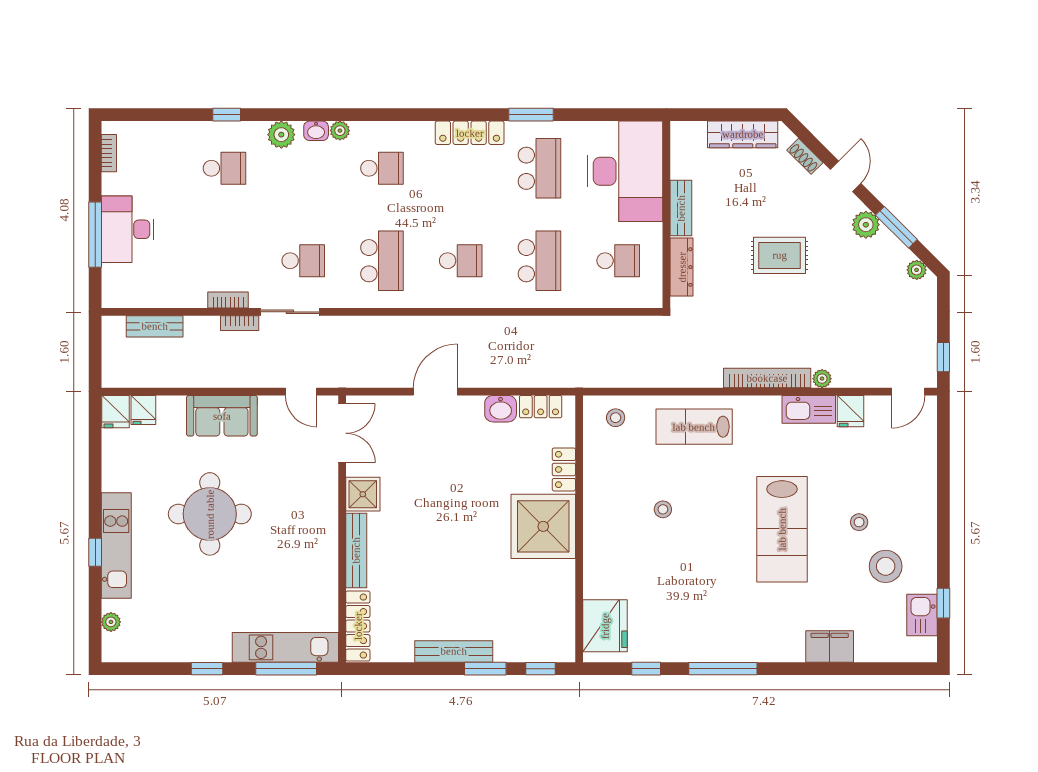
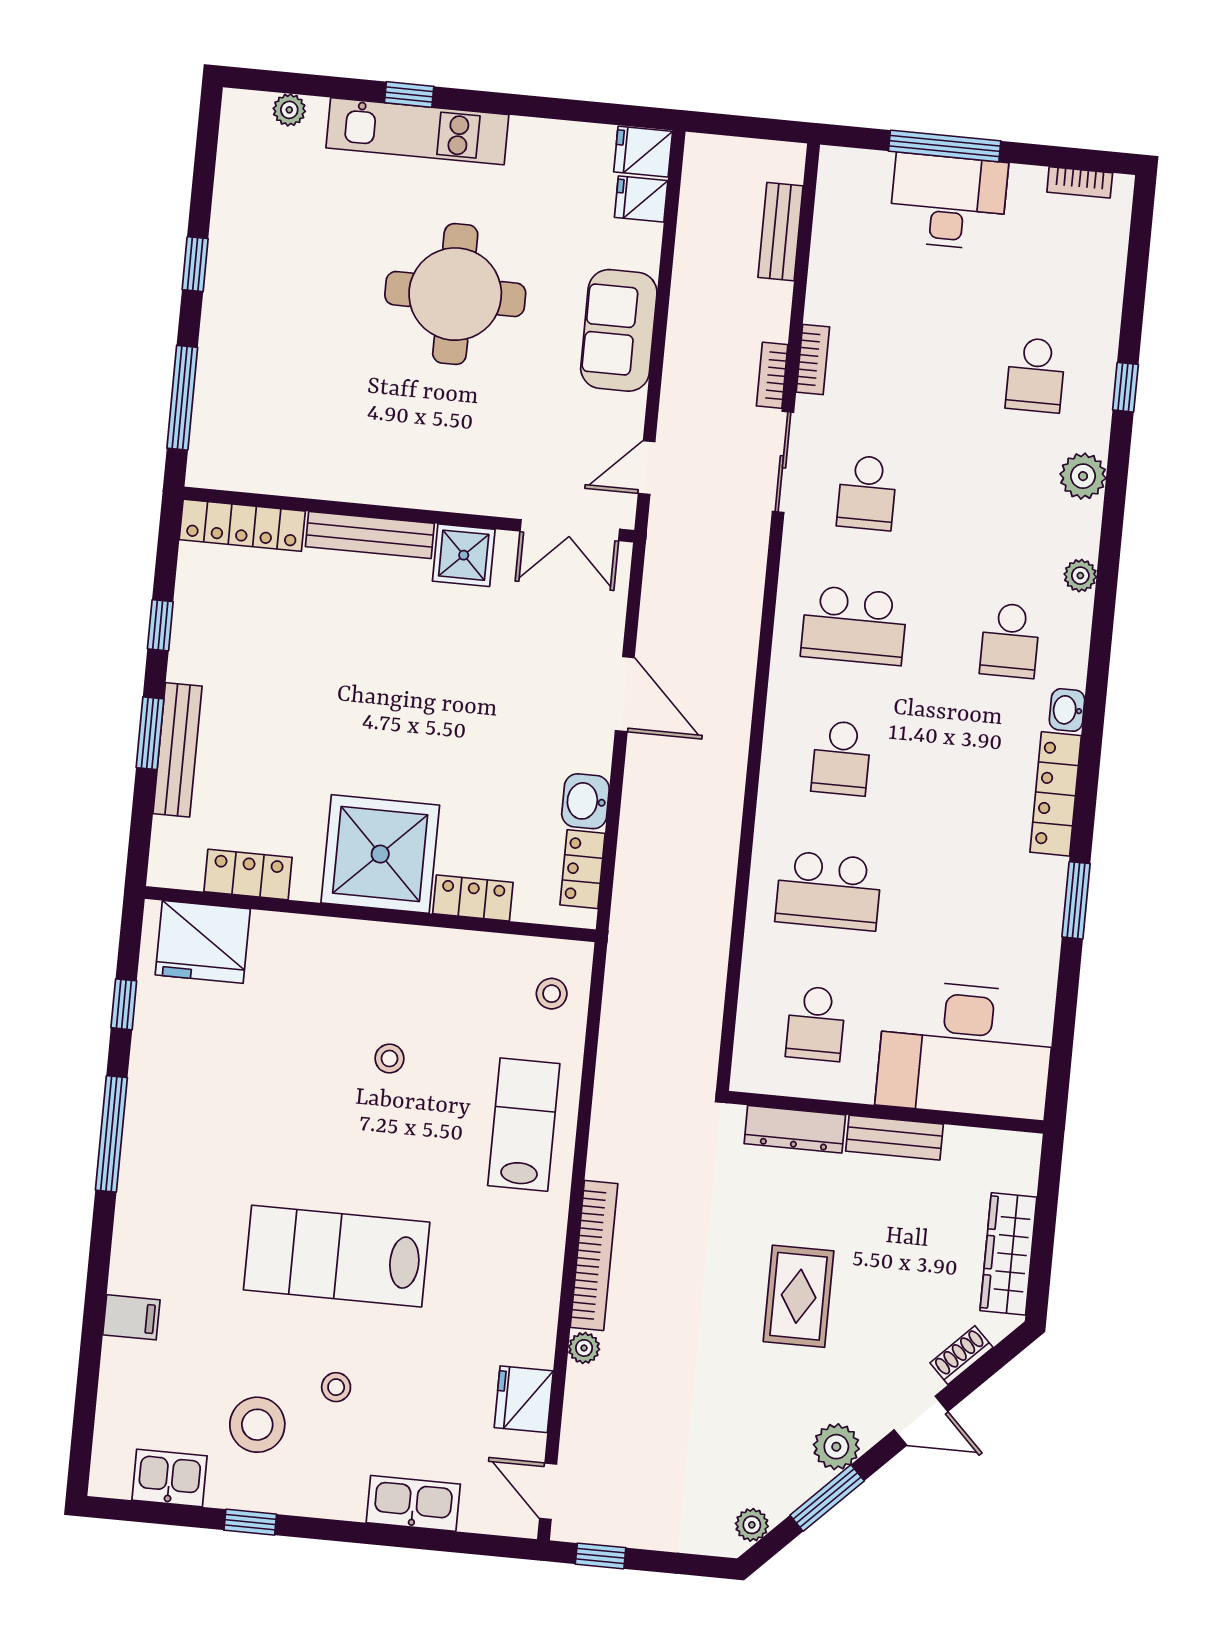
washbasin: (316, 131) -> (1067, 710), moved
school desk: (539, 168) -> (984, 906), removed
kitchen sink: (809, 409) -> (413, 1503), moved, turned 90
fridge: (851, 411) -> (524, 1399), width x1.38
locker: (563, 603) -> (248, 875), added
window: (943, 603) -> (250, 1522), moved
filing cabinet: (830, 646) -> (131, 1317), width x0.50
kitchen unit: (285, 647) -> (218, 400), removed
bench: (454, 651) -> (177, 750), moved
window: (541, 669) -> (160, 625), moved

